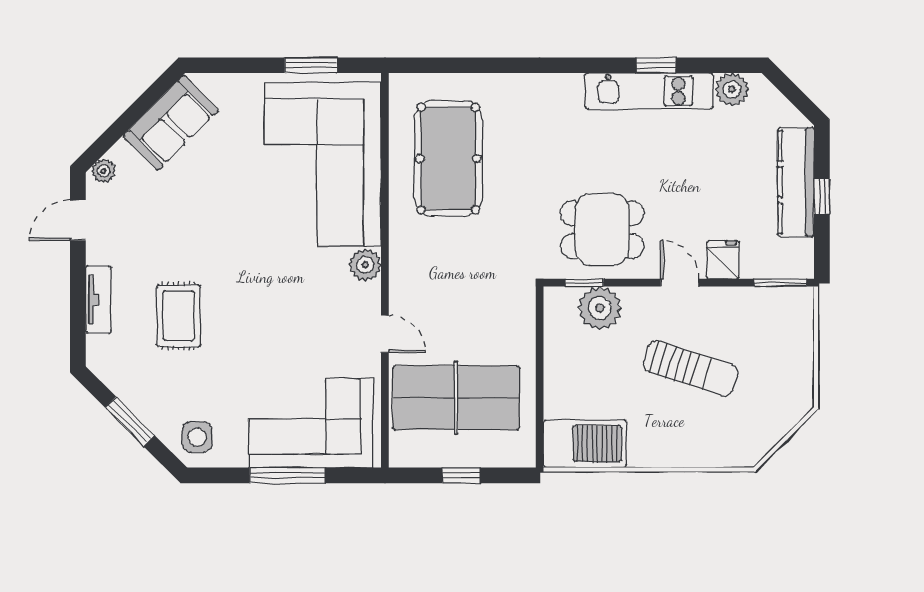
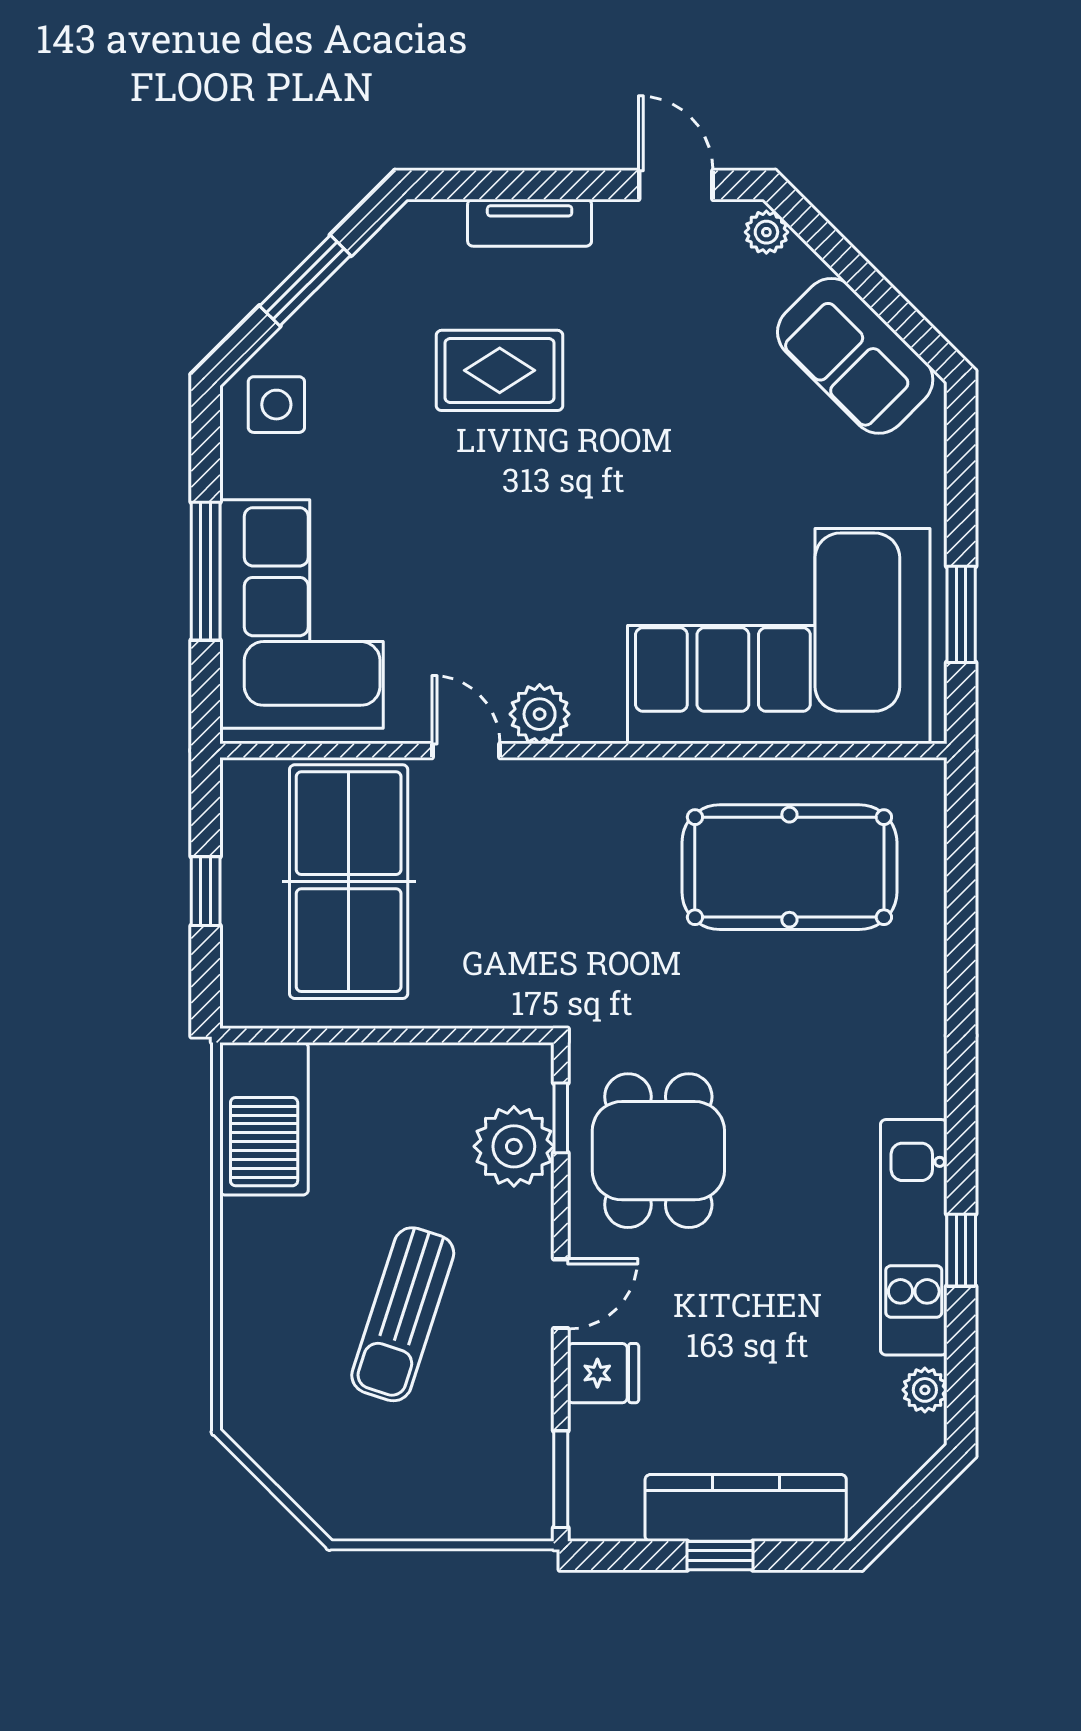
plant: (732, 89) -> (925, 1390), width x0.73, depth x0.73
plant: (365, 265) -> (540, 714), moved
door: (385, 334) -> (466, 751), swing flipped

